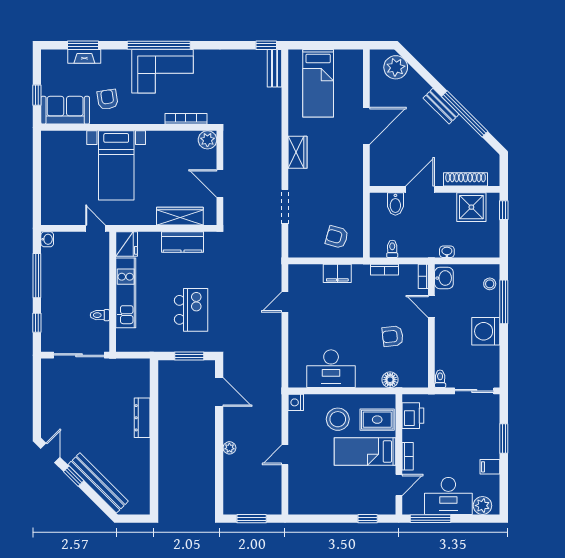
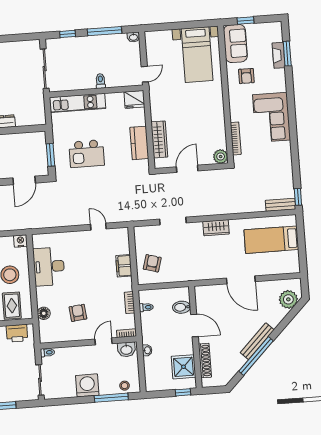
window: (159, 45) -> (292, 113), removed
armchair: (108, 99) -> (246, 76), turned 99
bench: (441, 106) -> (257, 341), width x1.36
bed with nightstands: (116, 165) -> (197, 55), moved, turned -90
kitchen unit: (126, 293) -> (78, 103), moved
toilet: (100, 315) -> (100, 81), moved

